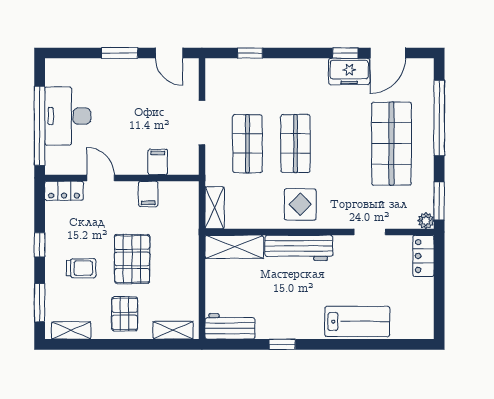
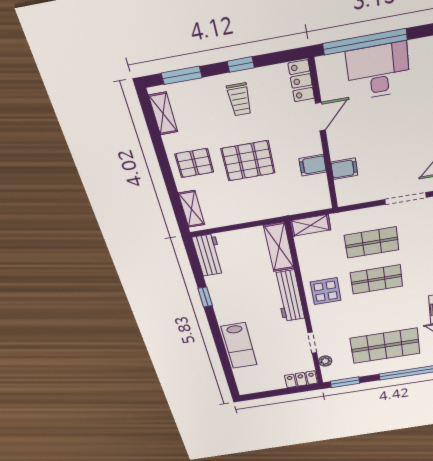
doorway: (202, 123) -> (406, 198), moved
plant: (426, 221) -> (325, 361), moved
trolley: (81, 268) -> (239, 99), moved

